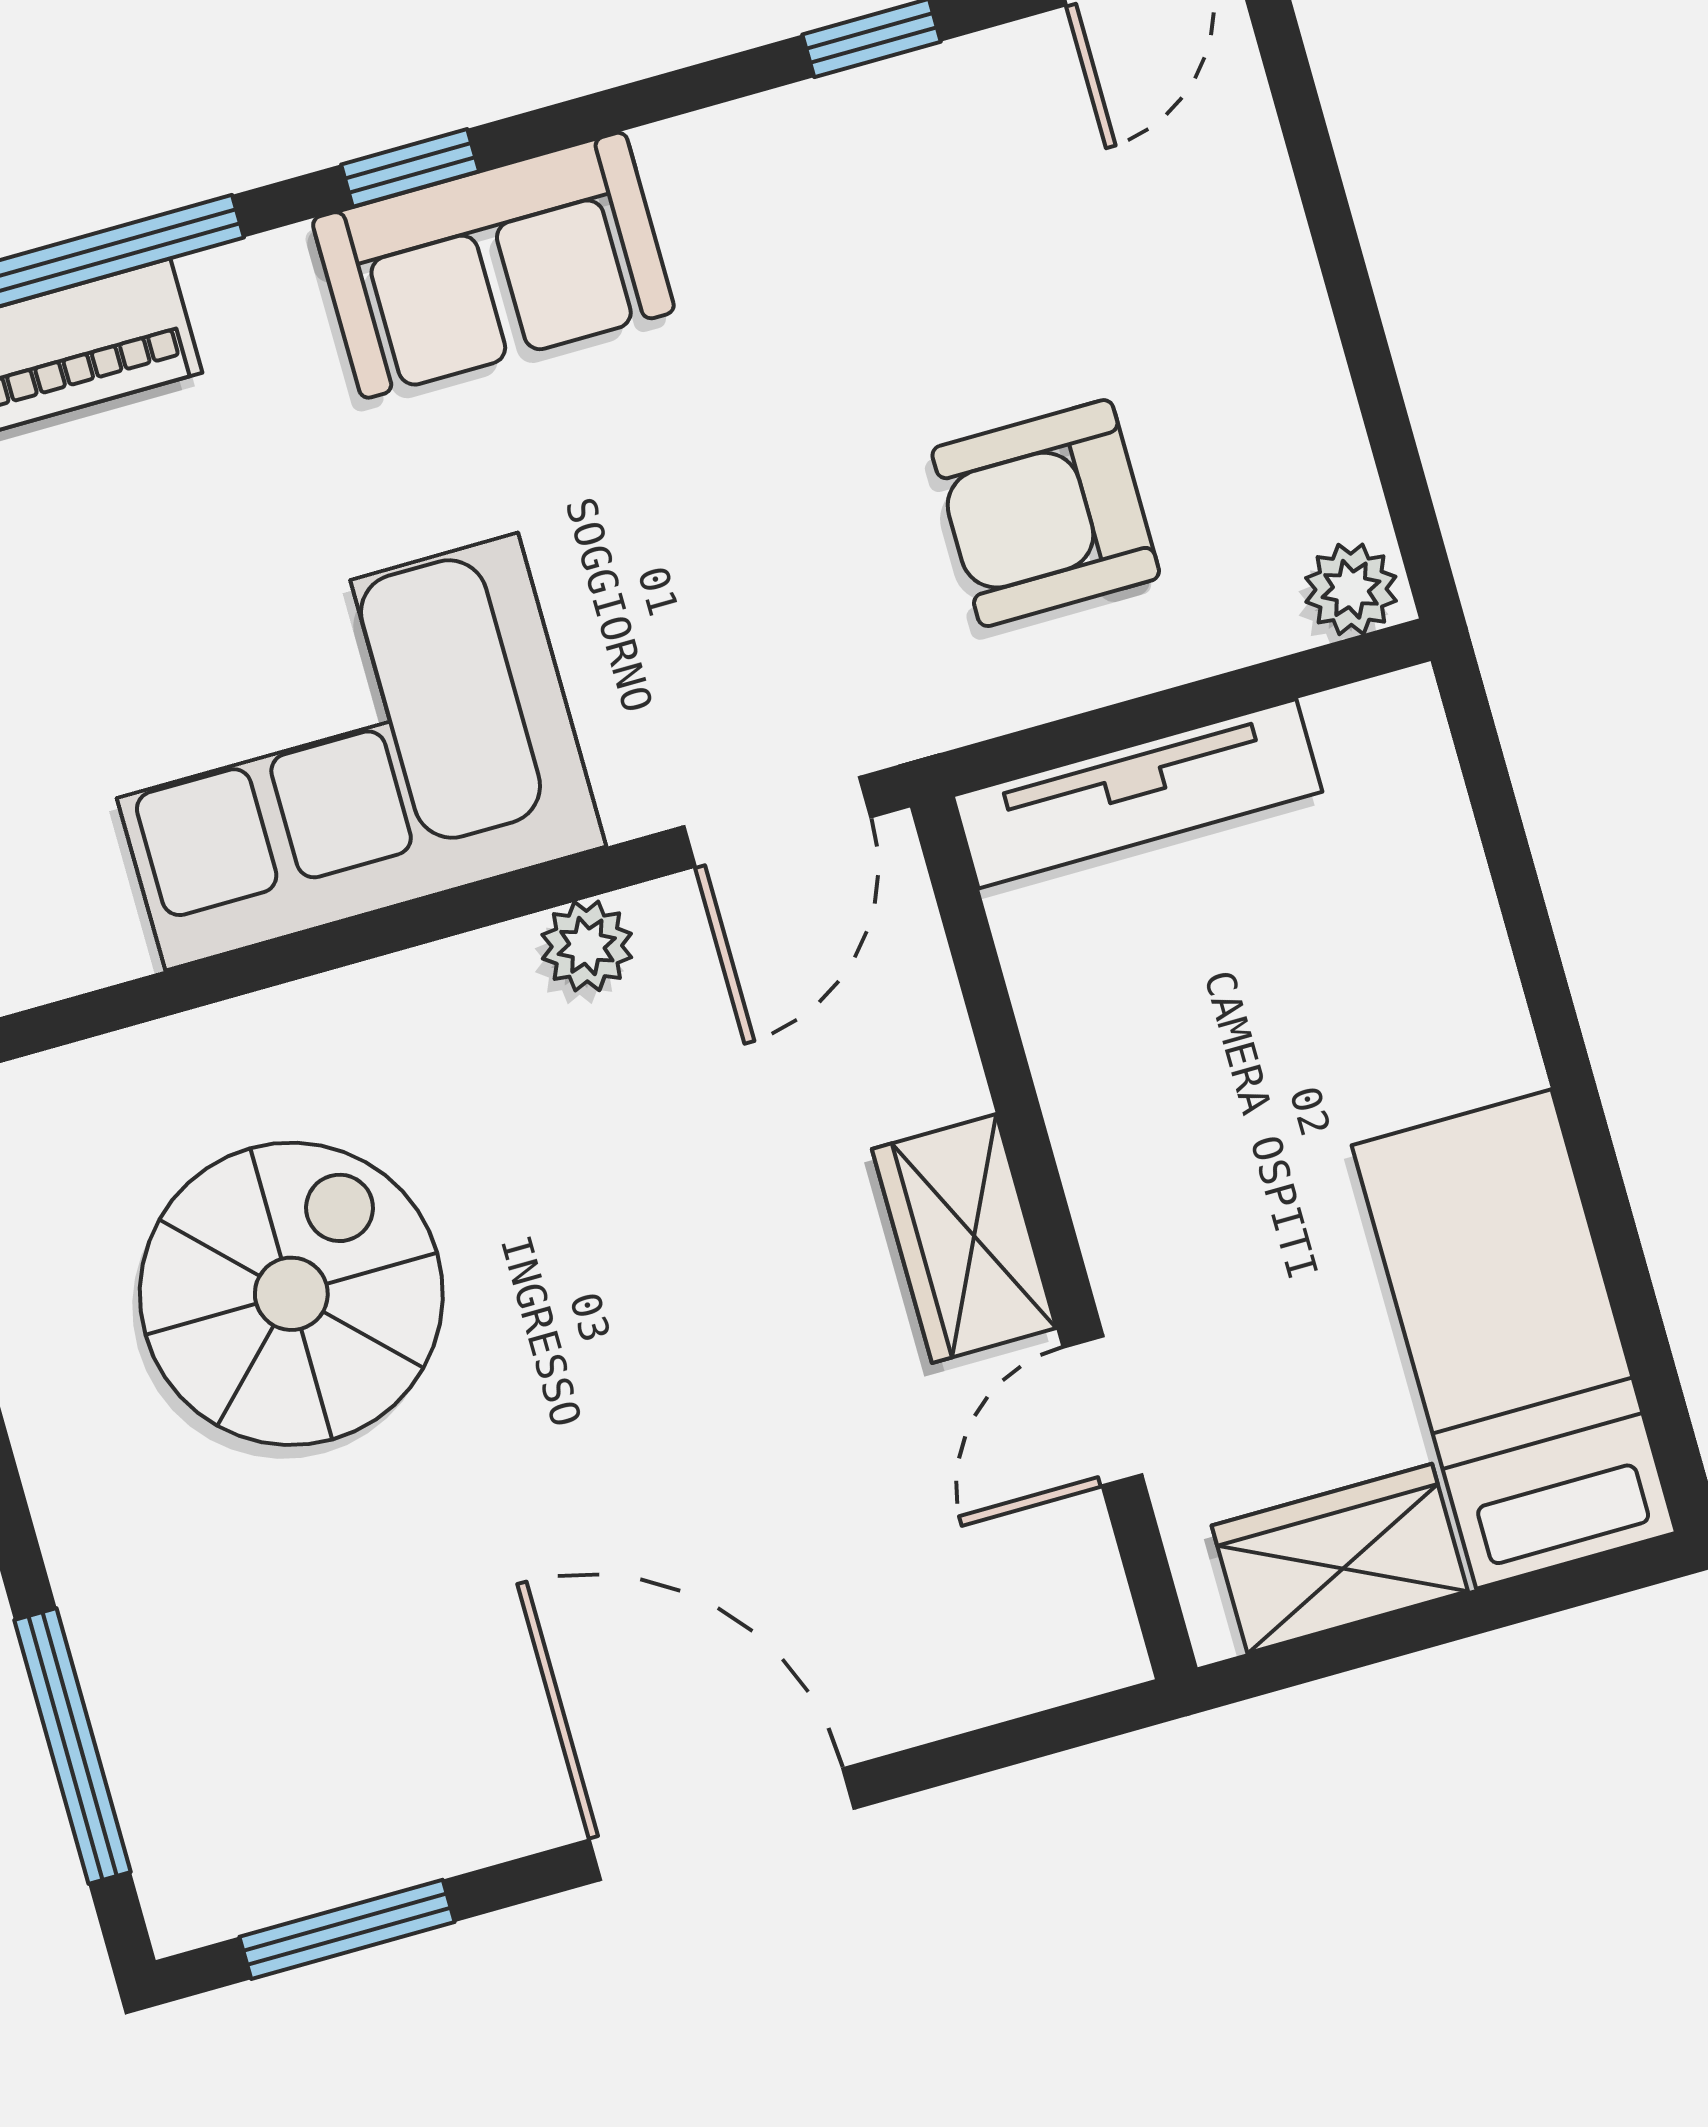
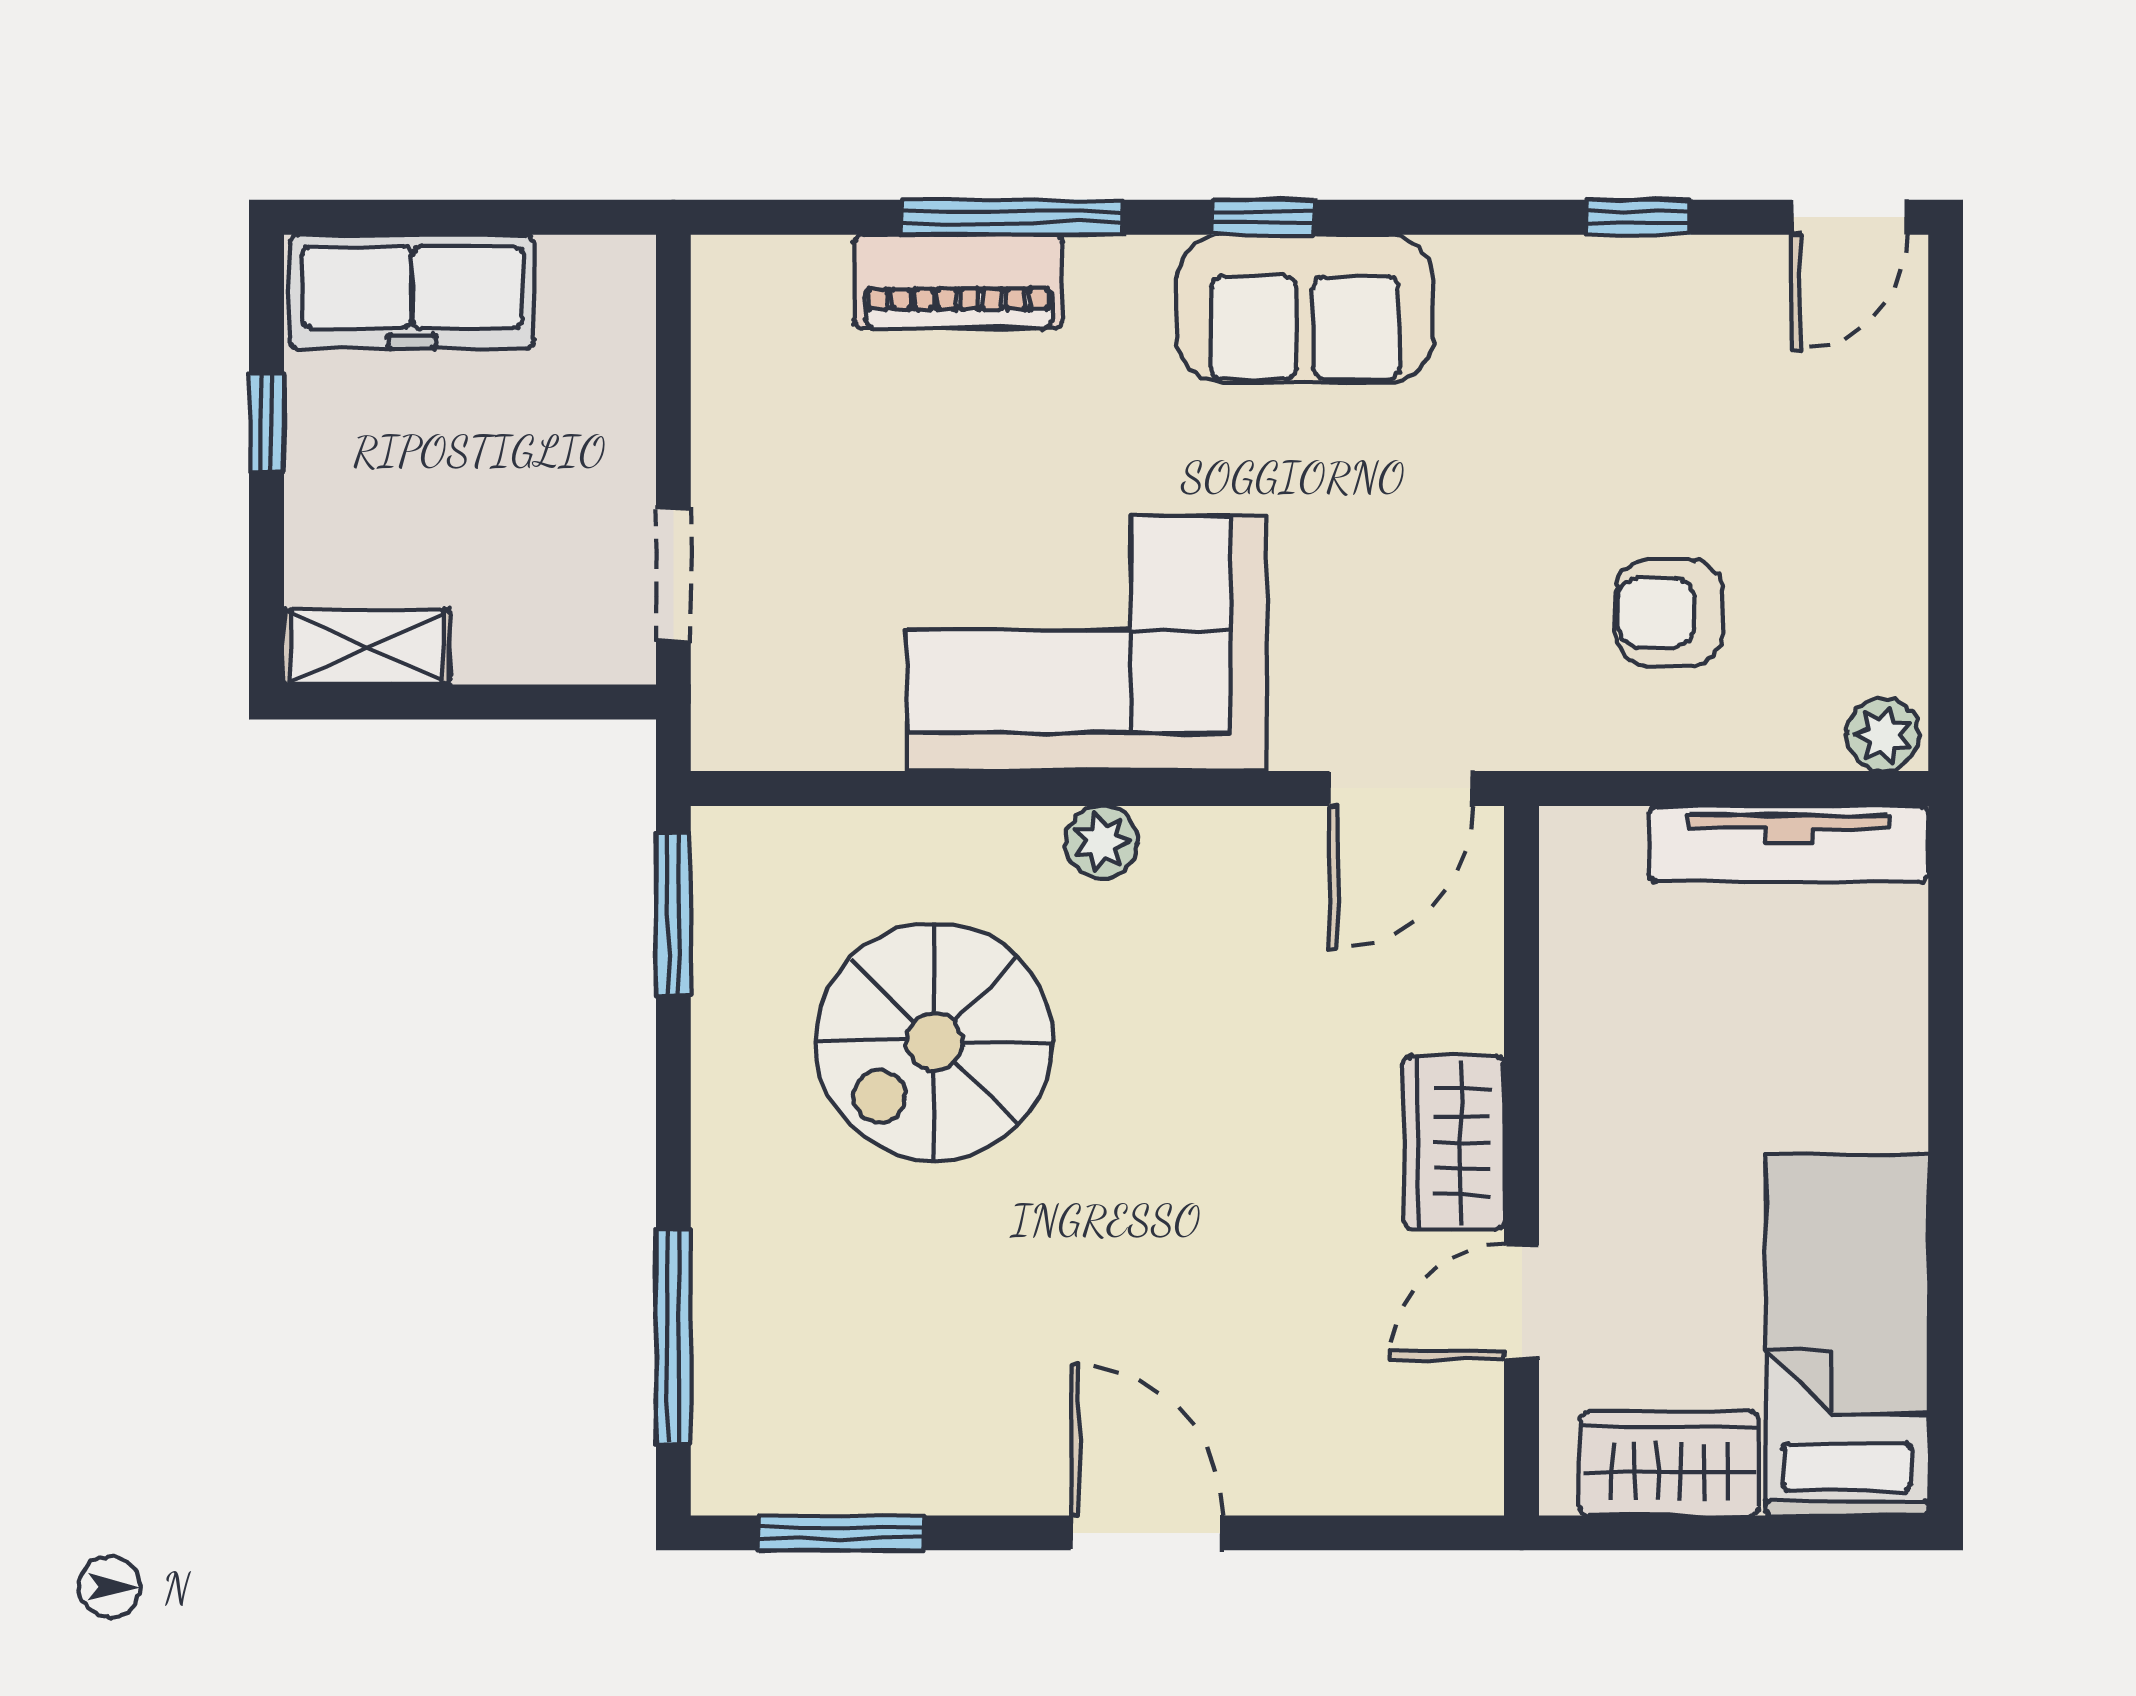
armchair: (1046, 513) -> (1669, 613), width x0.72, depth x0.72
tv unit: (1137, 794) -> (1788, 844), moved
plant: (587, 946) -> (1102, 842), moved
spiral stairs: (291, 1294) -> (934, 1042), turned 180
door: (722, 1824) -> (1147, 1533), width x0.73

